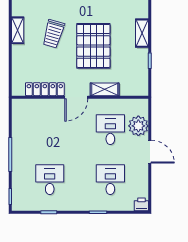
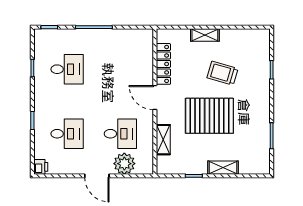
shelving: (18, 30) -> (205, 35), moved
shelving: (105, 89) -> (163, 140), moved
door: (150, 152) -> (97, 176), hinge flipped

